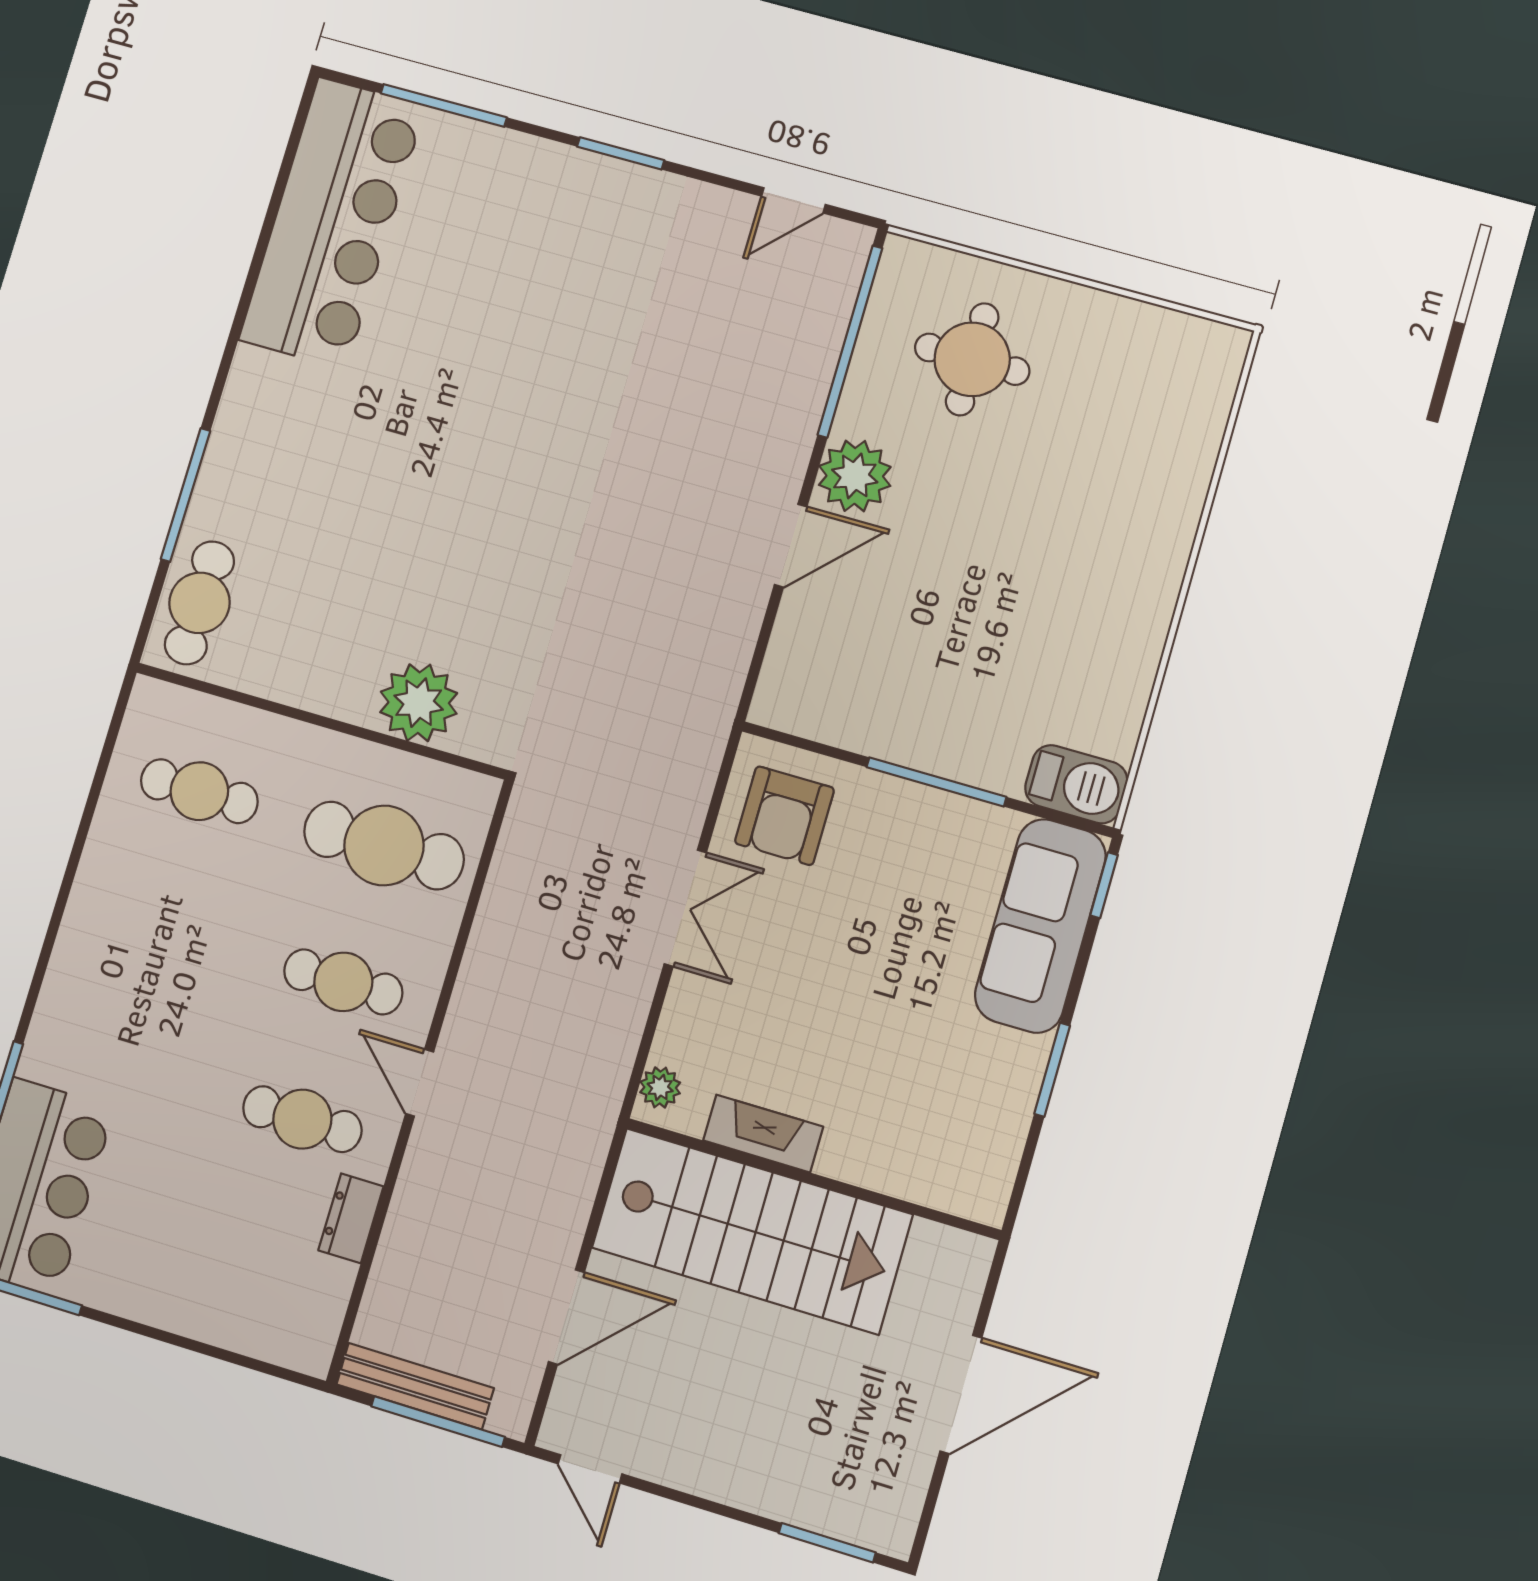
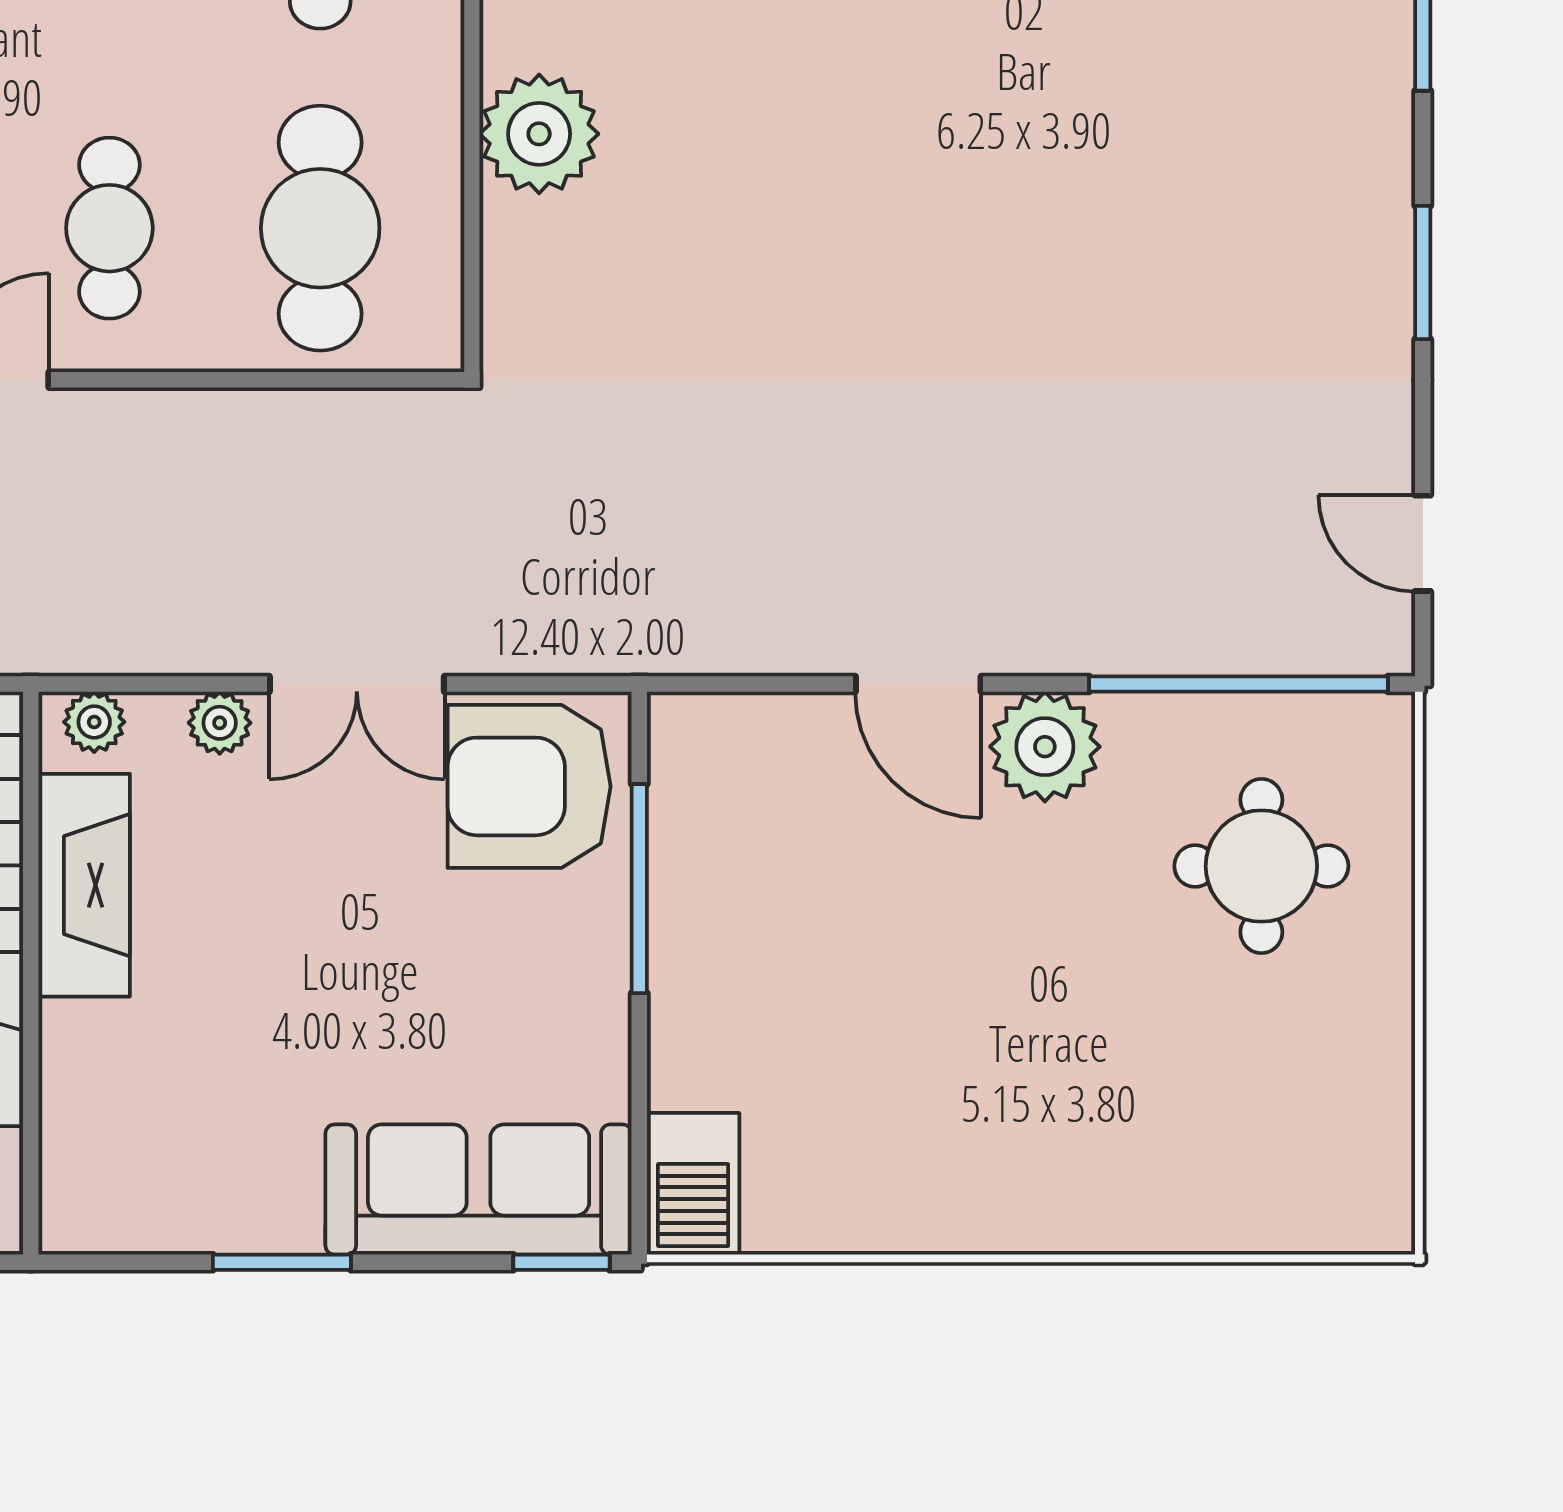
plant: (419, 703) -> (539, 134), moved
window: (936, 782) -> (639, 889), moved
armchair: (784, 816) -> (529, 786), width x1.36, depth x1.36
plant: (684, 1005) -> (220, 723), added
fireplace: (763, 1133) -> (84, 885), width x1.37, depth x1.32

